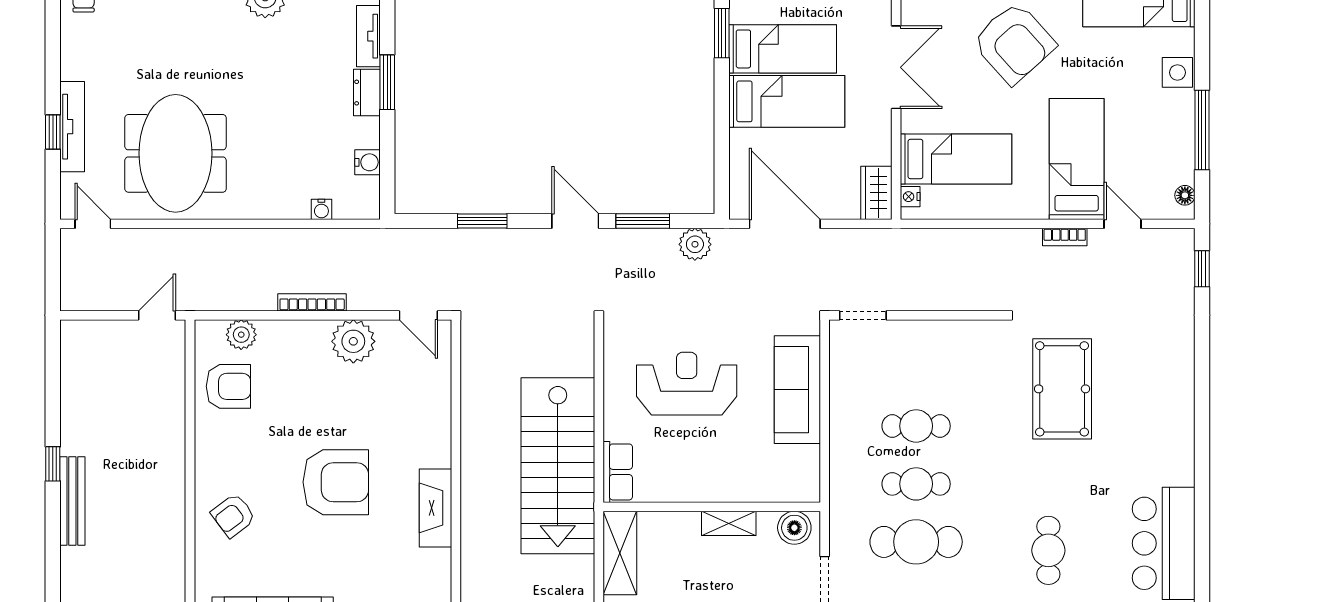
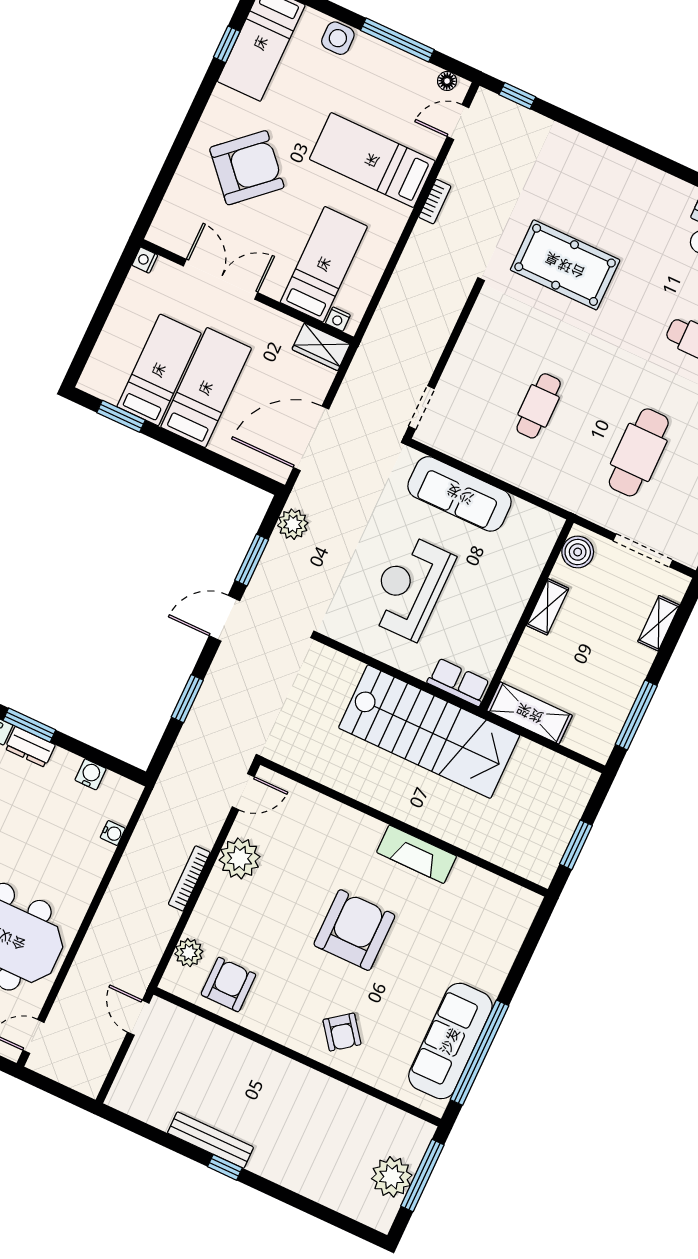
door: (1123, 224) -> (458, 122), moved
cafe table: (916, 484) -> (589, 429), removed
bench: (72, 501) -> (210, 1140), moved

